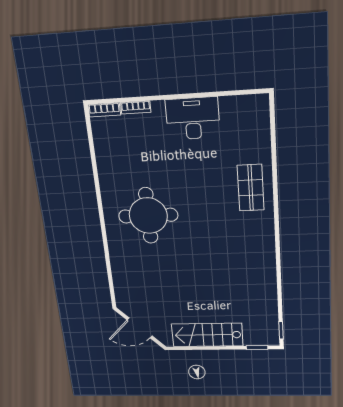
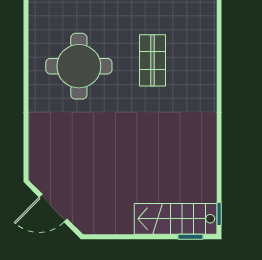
shop shelf: (251, 188) -> (152, 60), moved
stairs: (207, 335) -> (176, 219), moved

